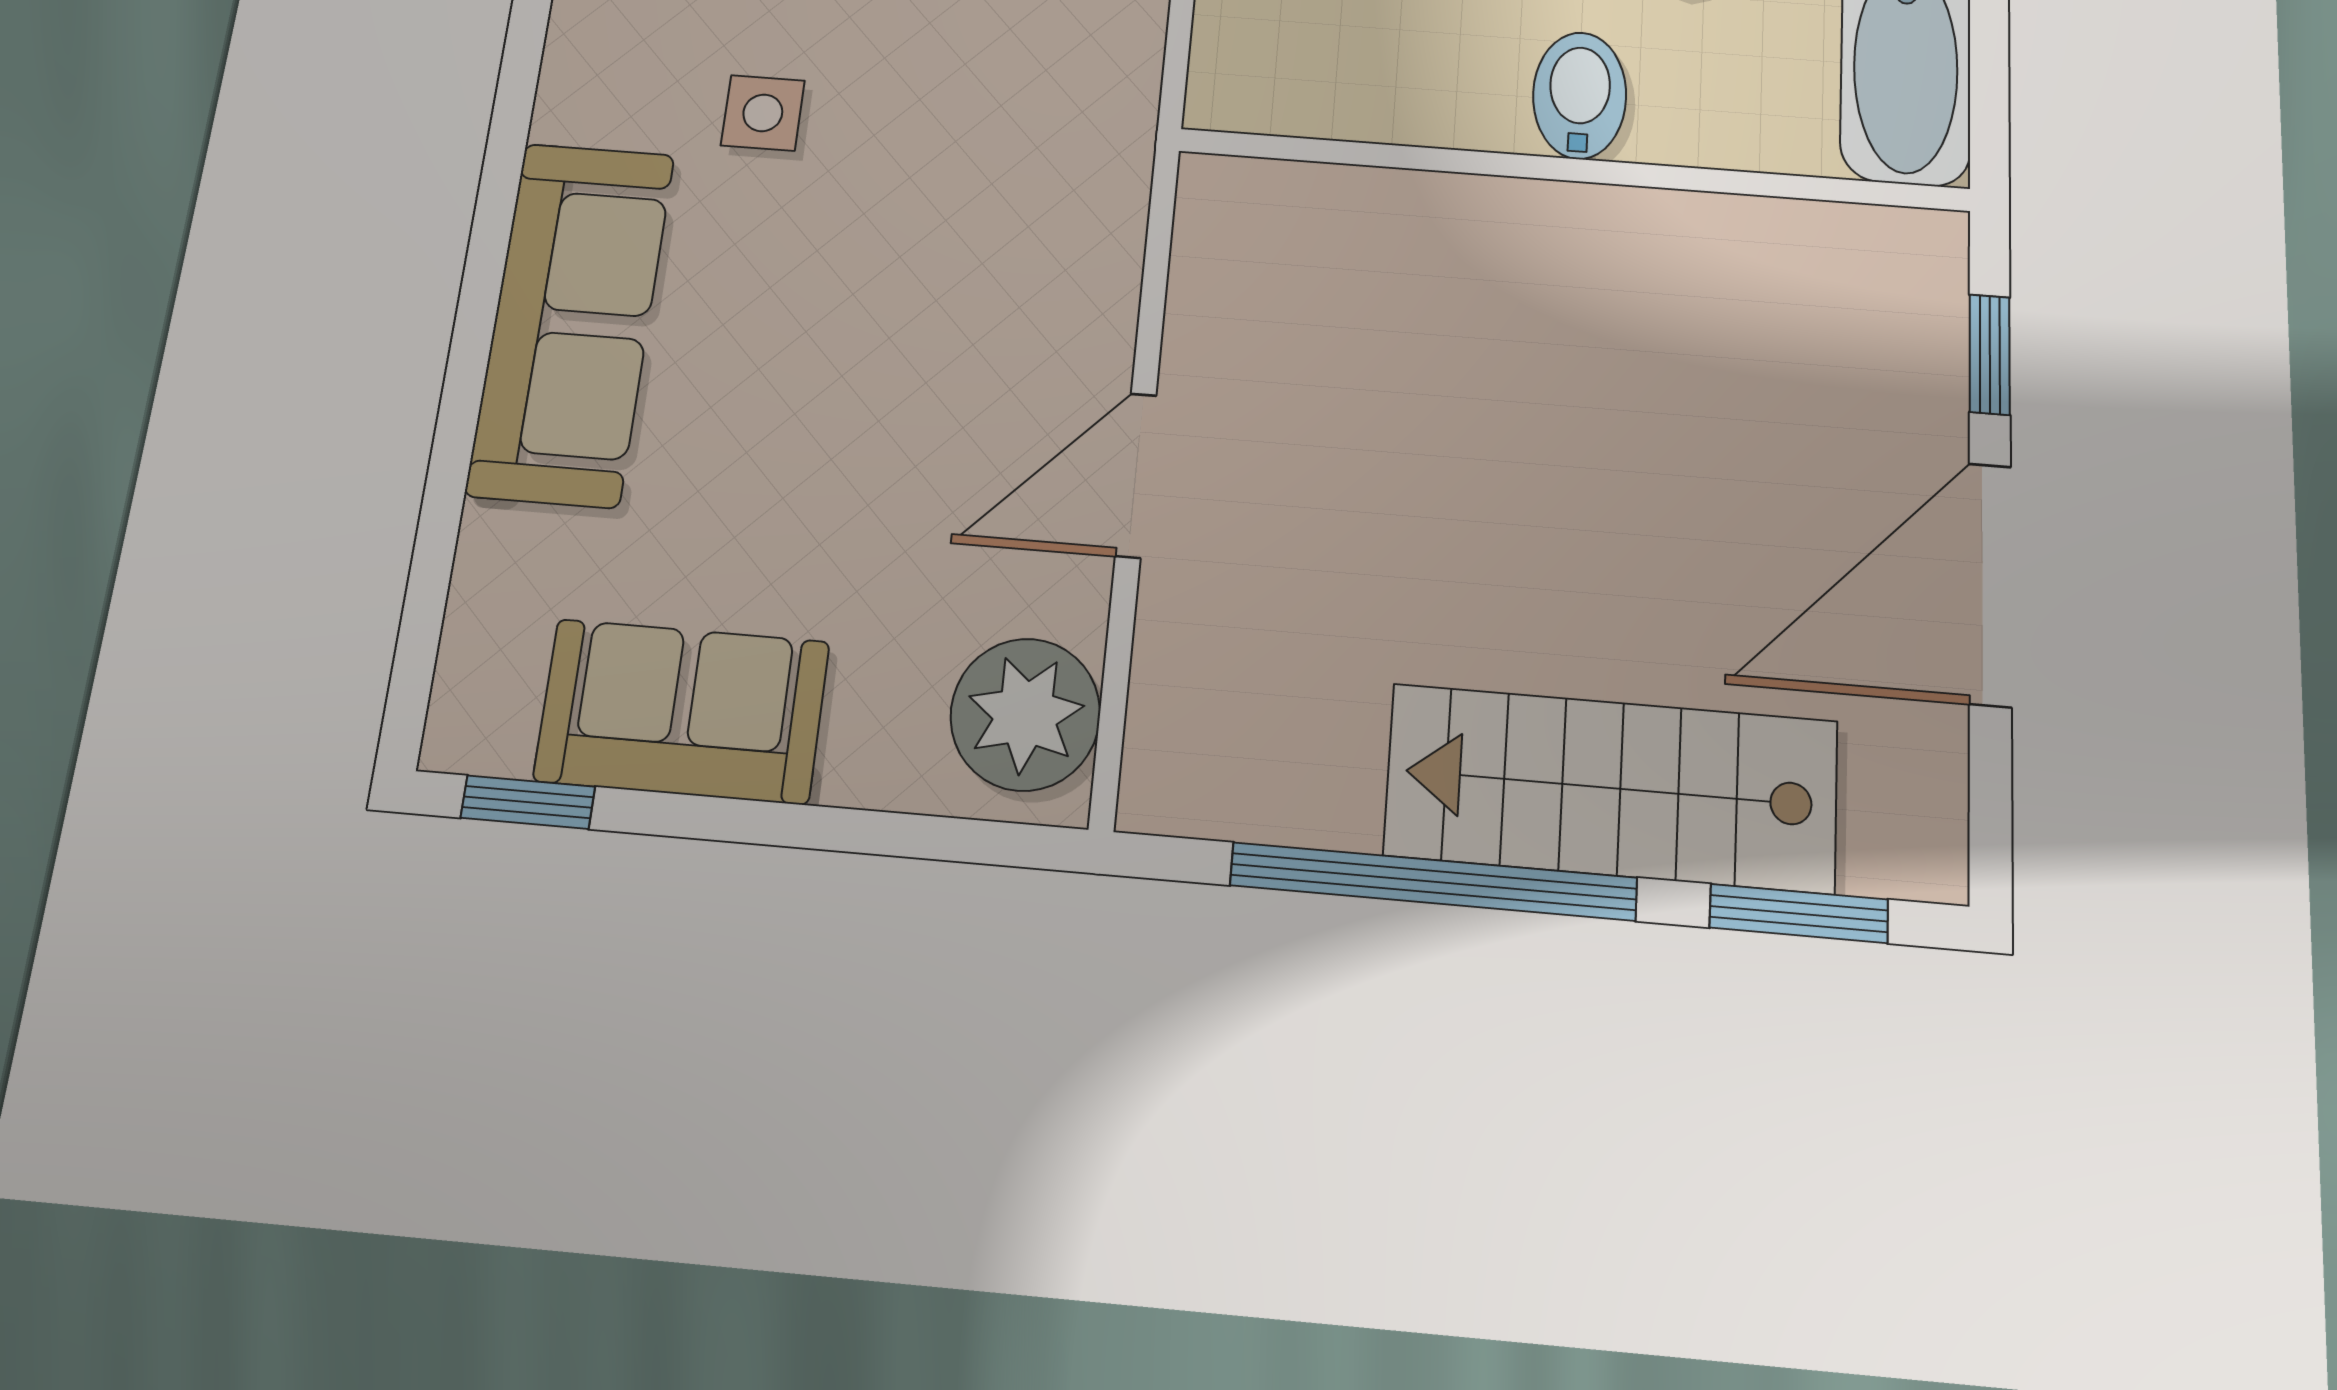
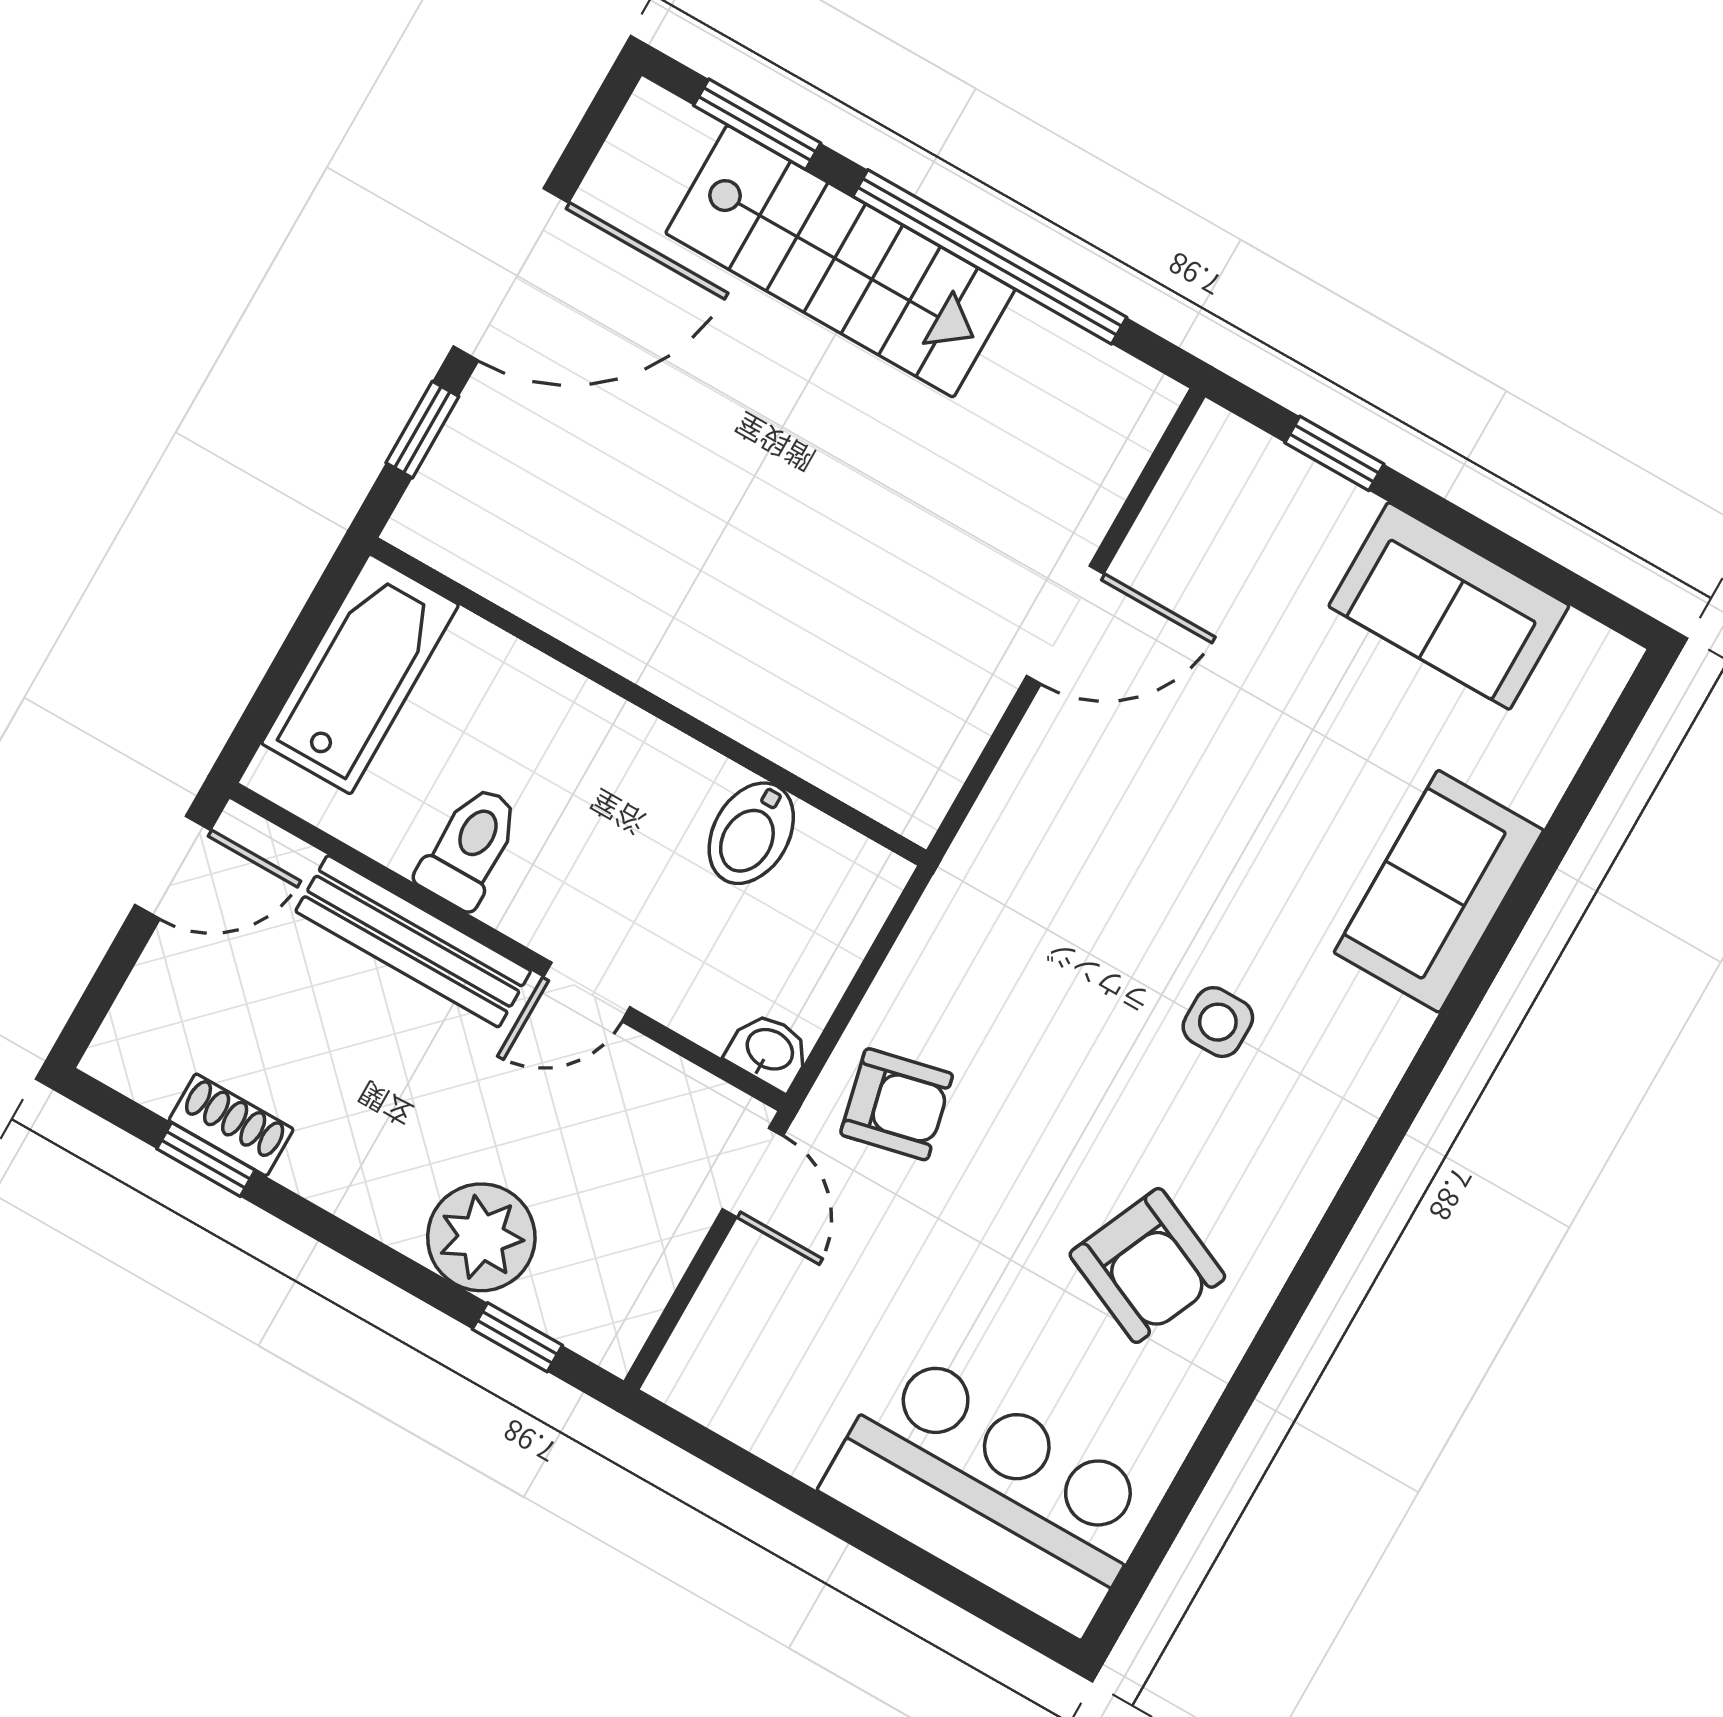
bidet: (1580, 95) -> (751, 833), moved
sofa: (571, 323) -> (1439, 891), width x0.73
plant: (1025, 714) -> (1215, 494), removed
window: (528, 802) -> (1334, 453), moved

